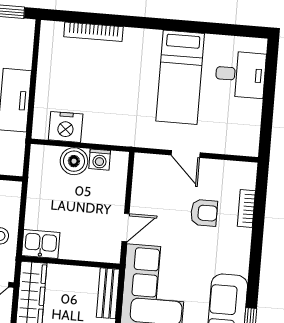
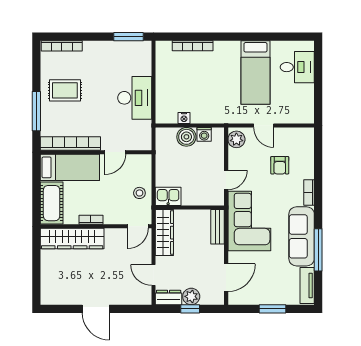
nightstand: (66, 127) -> (184, 118), width x0.53, depth x0.56
plant: (145, 171) -> (236, 139), added
bookcase: (246, 208) -> (309, 193), moved
armchair: (204, 213) -> (280, 165), turned 90

